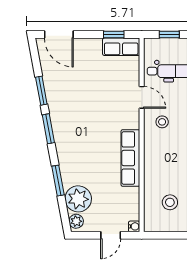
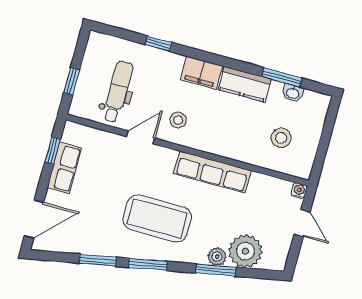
row of seats: (121, 47) -> (64, 168), moved
coffee table: (85, 126) -> (157, 218), added
plant: (76, 221) -> (217, 257), moved

